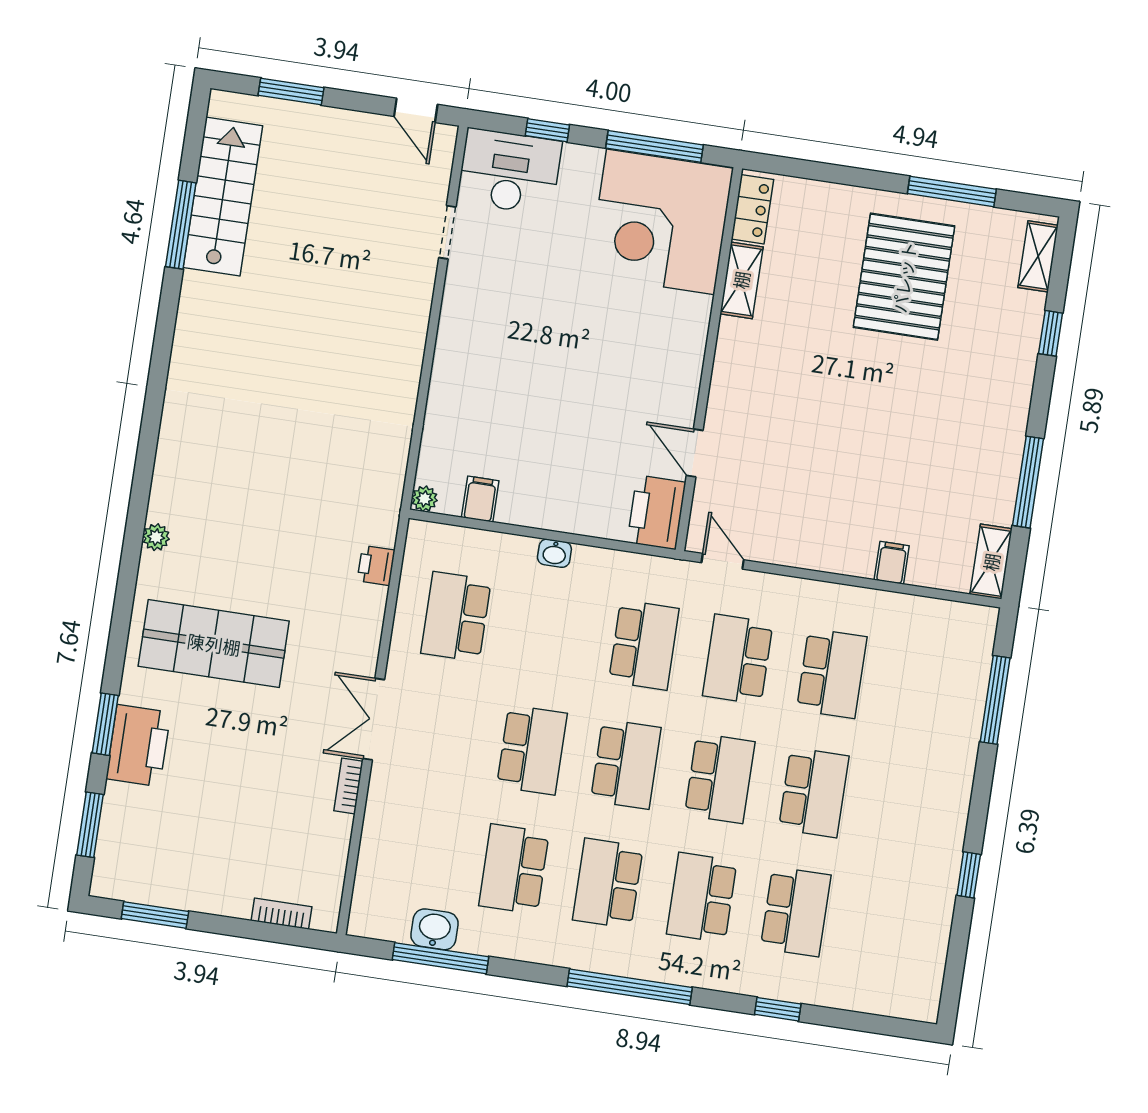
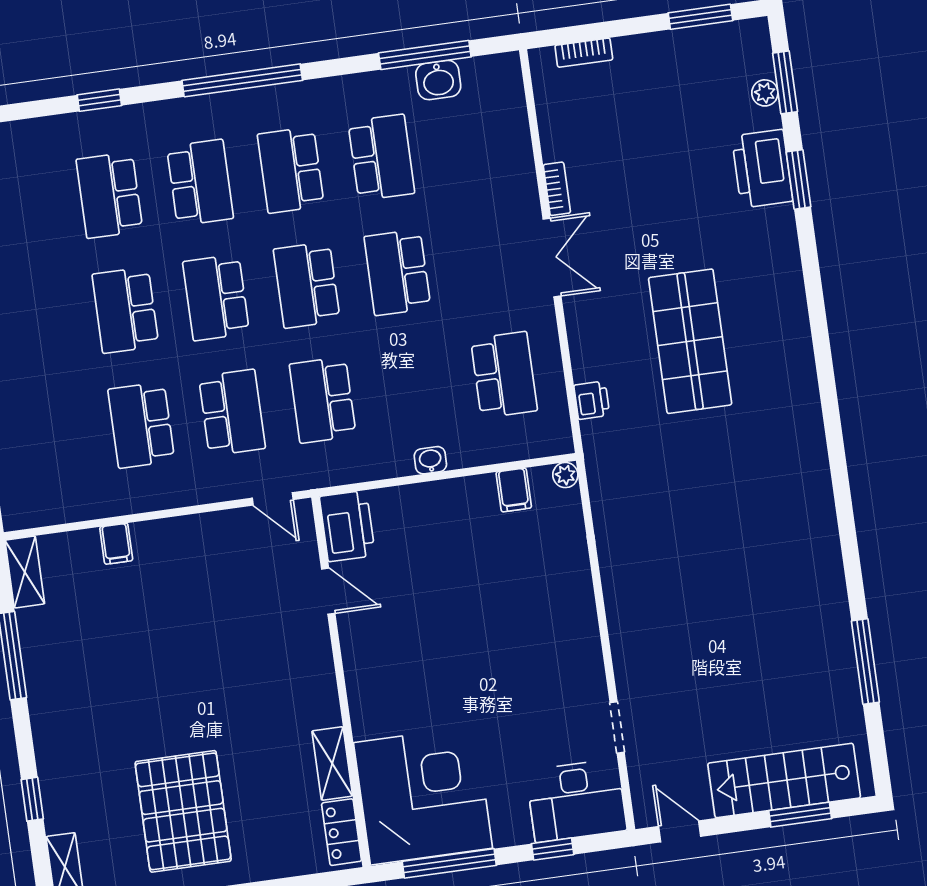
stairs: (223, 197) -> (784, 781), moved, turned 90
plant: (156, 537) -> (765, 93), moved
shop shelf: (214, 644) -> (690, 341), moved, turned 90
school desk: (608, 883) -> (291, 170), turned 180

